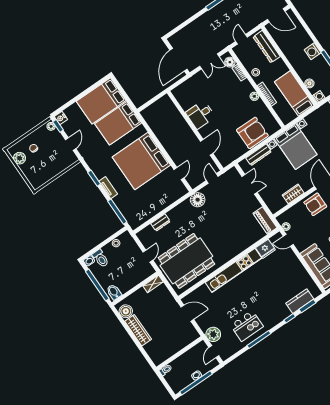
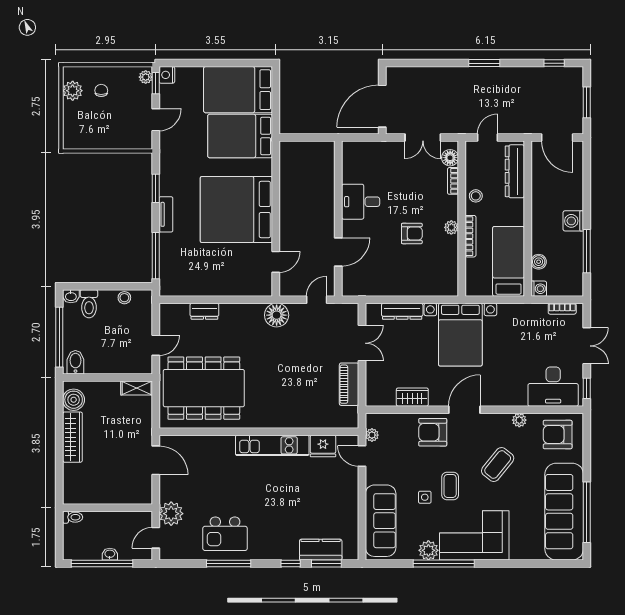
armchair: (252, 133) -> (412, 233), moved, width x0.53, depth x0.53
piano: (265, 220) -> (349, 384), moved
kitchen unit: (233, 270) -> (272, 445), width x0.73

